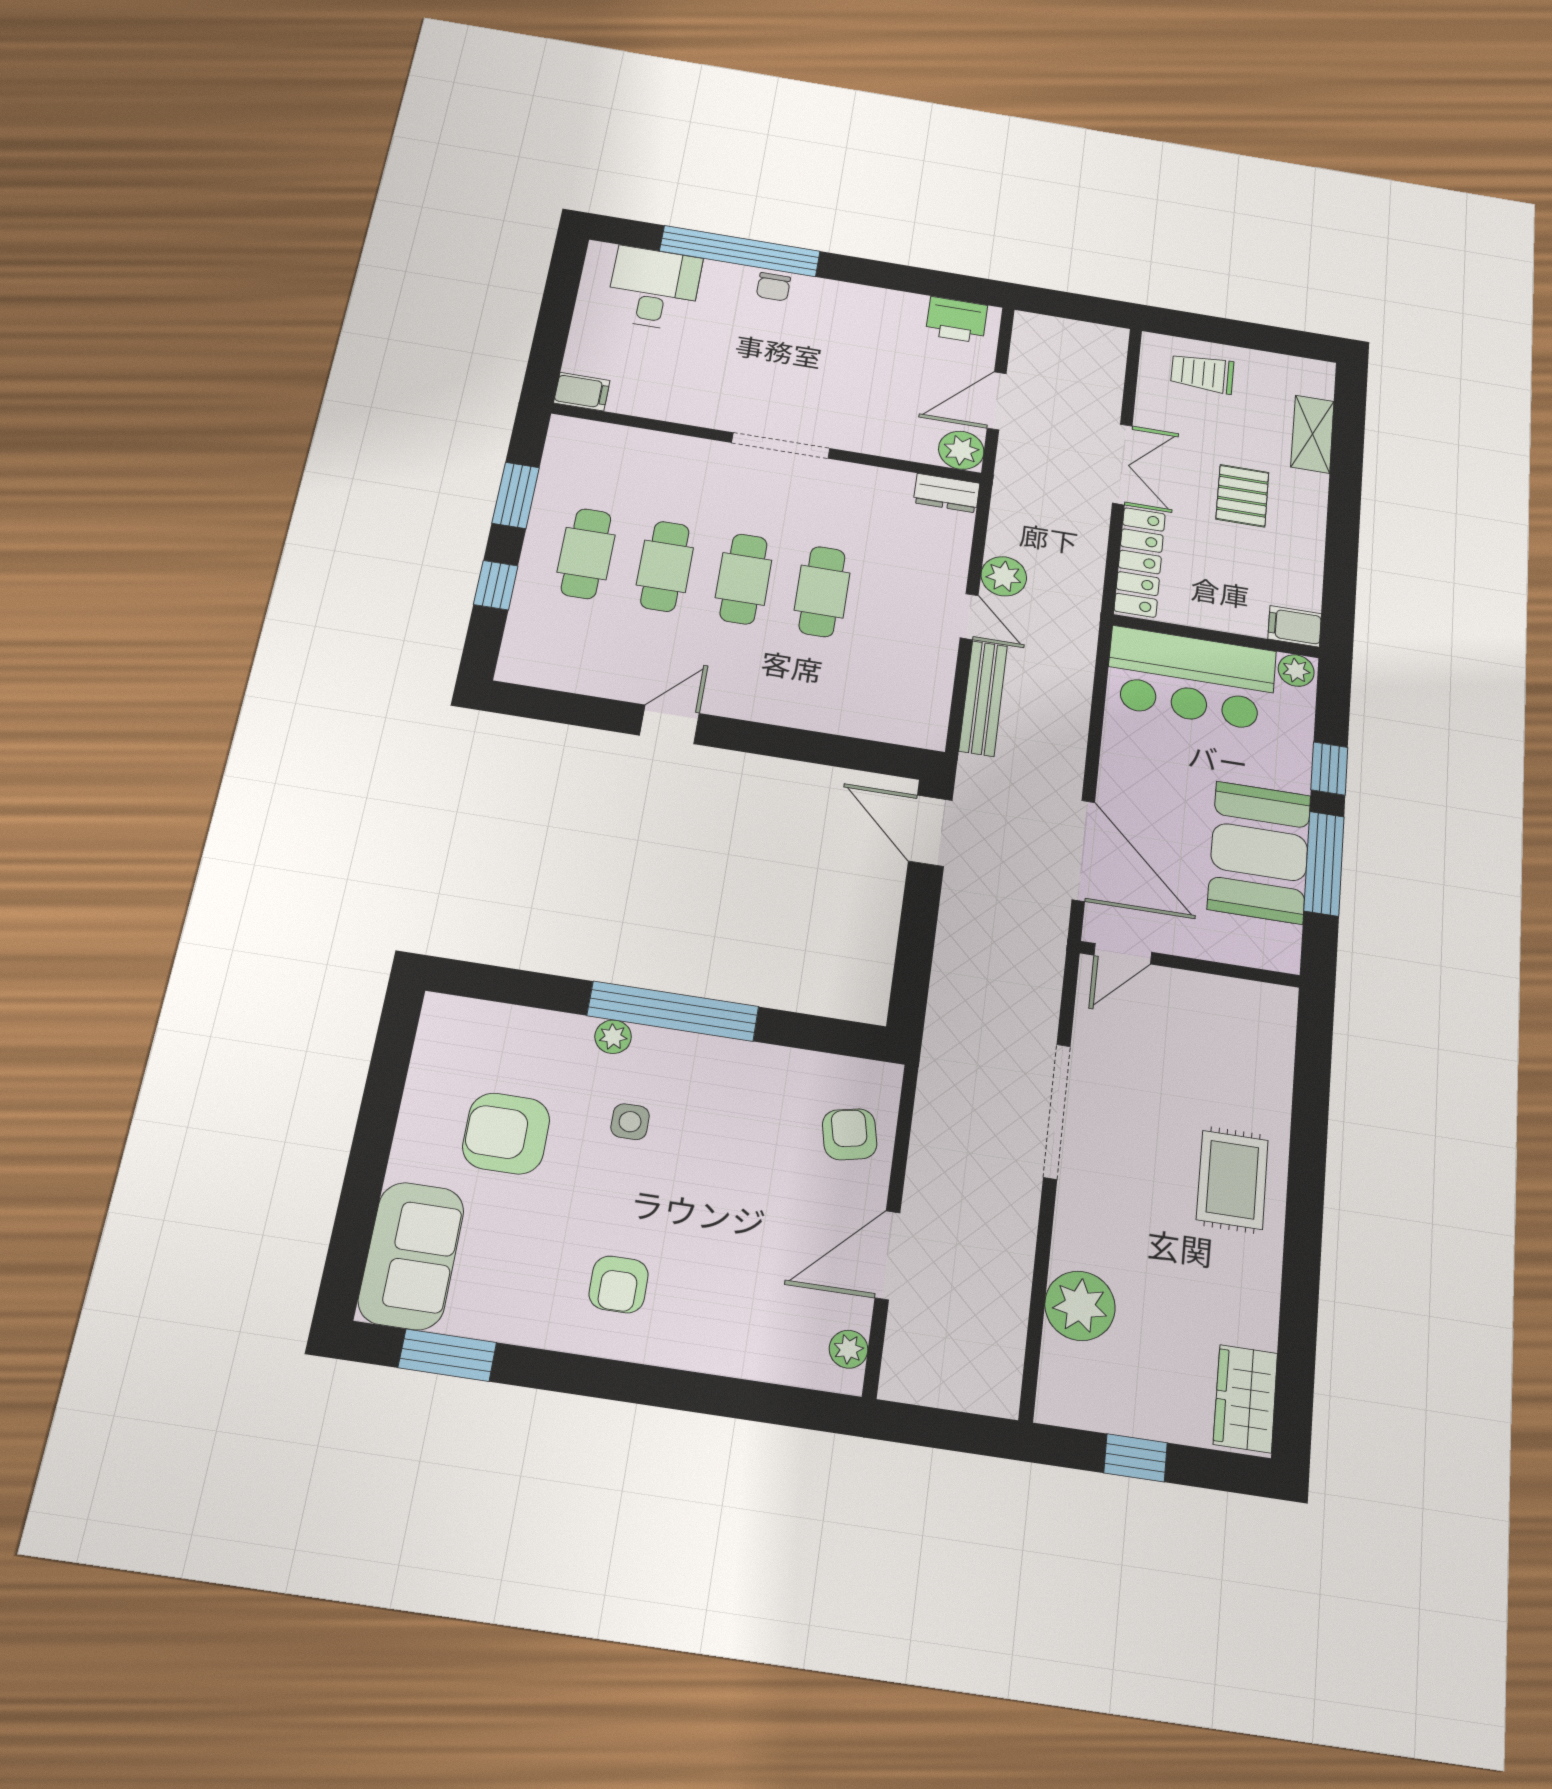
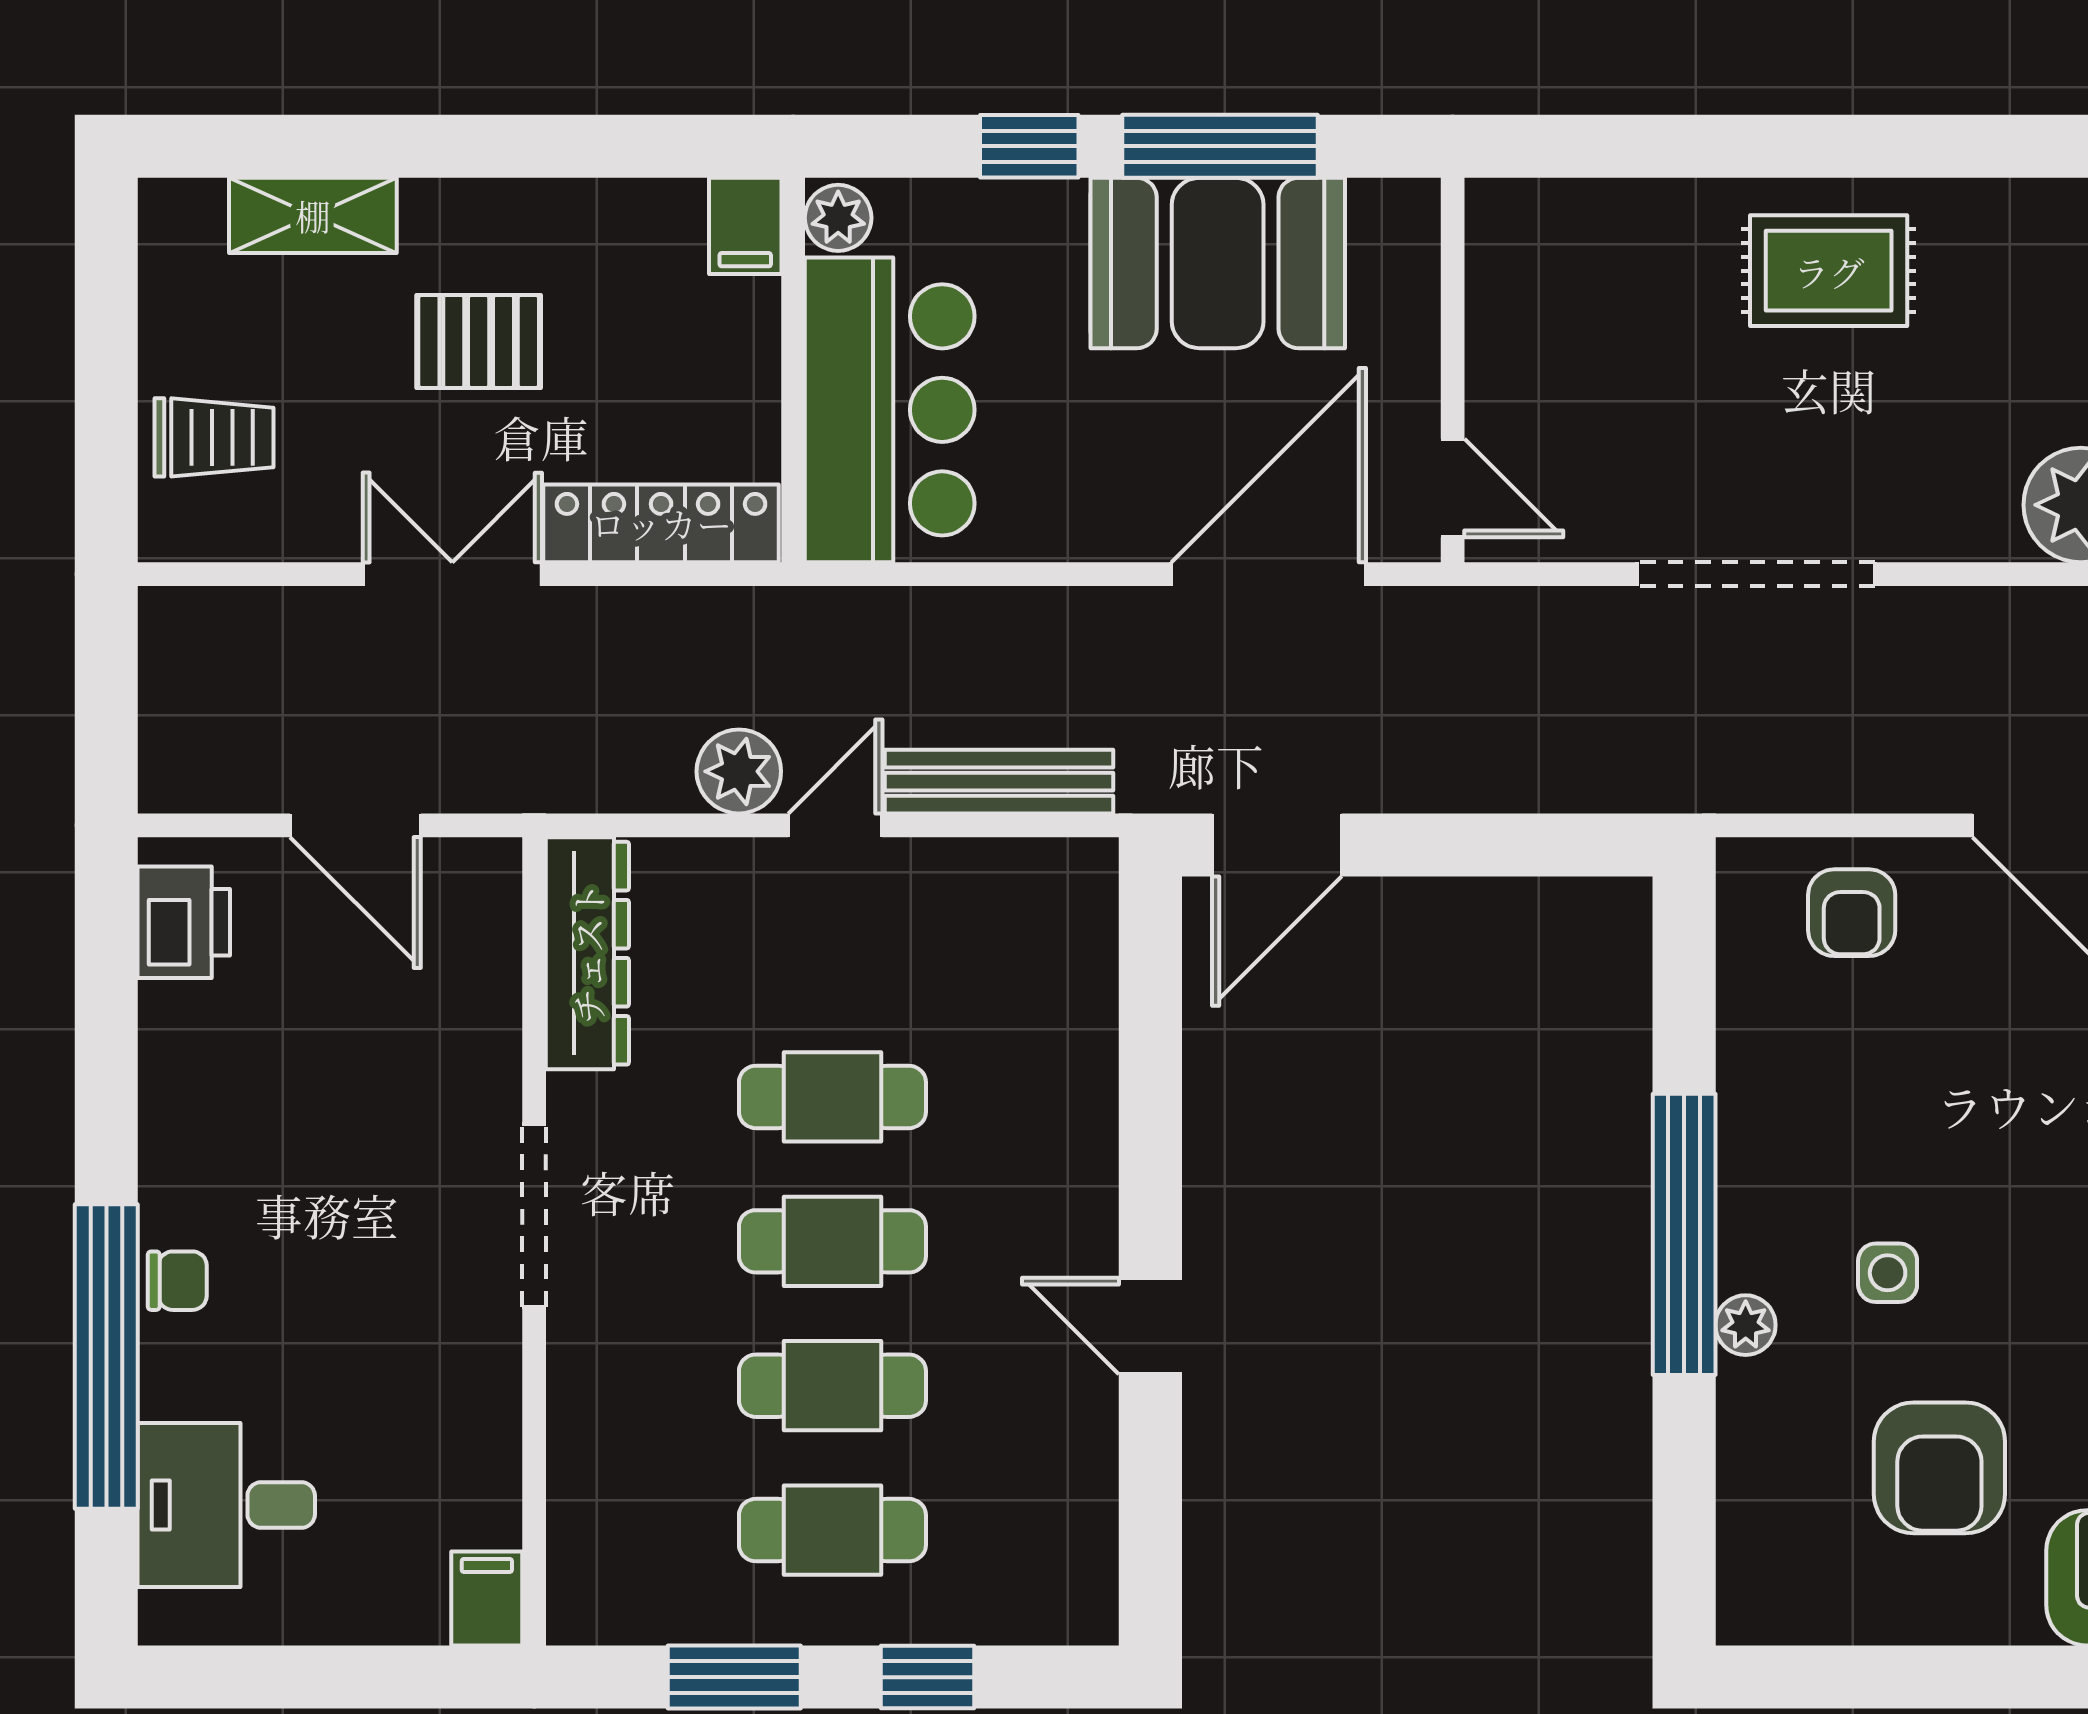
trolley: (1202, 373) -> (214, 437), turned -90
plant: (961, 450) -> (480, 880), removed
dresser: (947, 493) -> (587, 953), width x1.96, depth x1.24
armchair: (850, 1134) -> (1852, 913), turned -78

